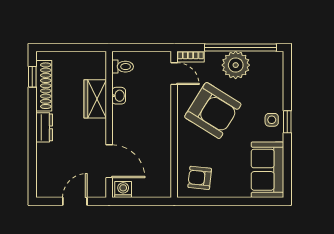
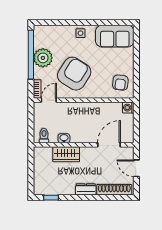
shoe rack: (44, 86) -> (114, 190), moved
window: (287, 122) -> (82, 23), removed
washing machine: (123, 189) -> (128, 108), moved

